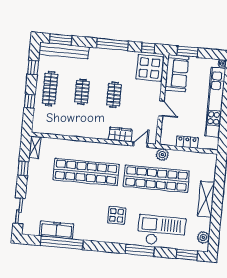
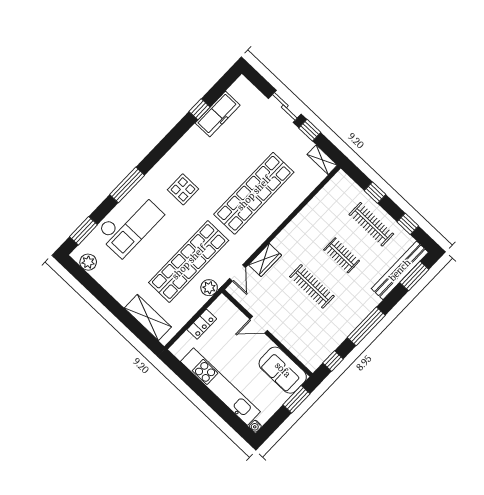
display table: (150, 68) -> (311, 346), removed
clothes rail: (114, 95) -> (312, 286), width x1.36
shelving: (206, 199) -> (148, 317), moved
sliding door: (19, 211) -> (285, 106), moved
window: (62, 243) -> (200, 109), width x0.32

